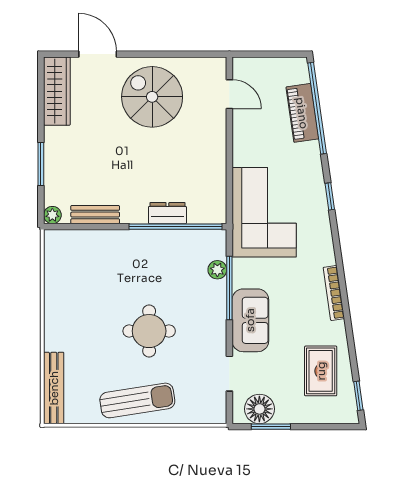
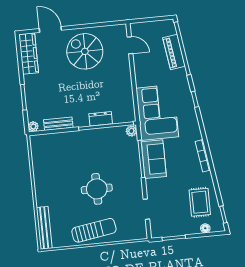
plant: (217, 270) -> (131, 131), moved
sofa: (250, 320) -> (154, 159), moved
floor lamp: (259, 409) -> (205, 228), moved, width x0.53, depth x0.53

